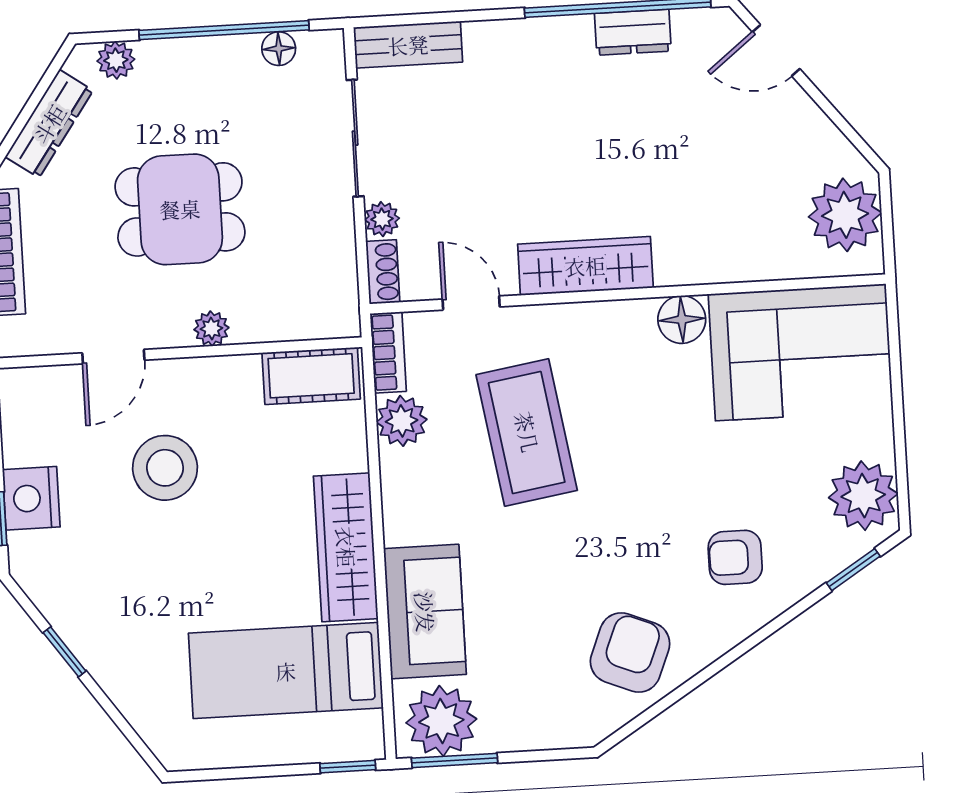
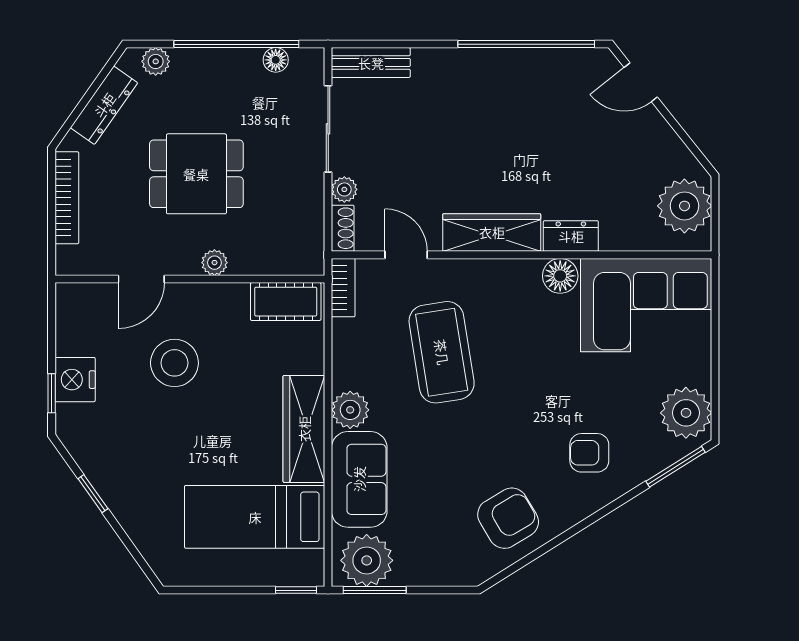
dresser: (633, 32) -> (571, 236), moved, turned 180
plant: (402, 421) -> (350, 410), moved
window: (853, 570) -> (675, 467), width x1.50
armchair: (630, 653) -> (508, 518), turned 37

